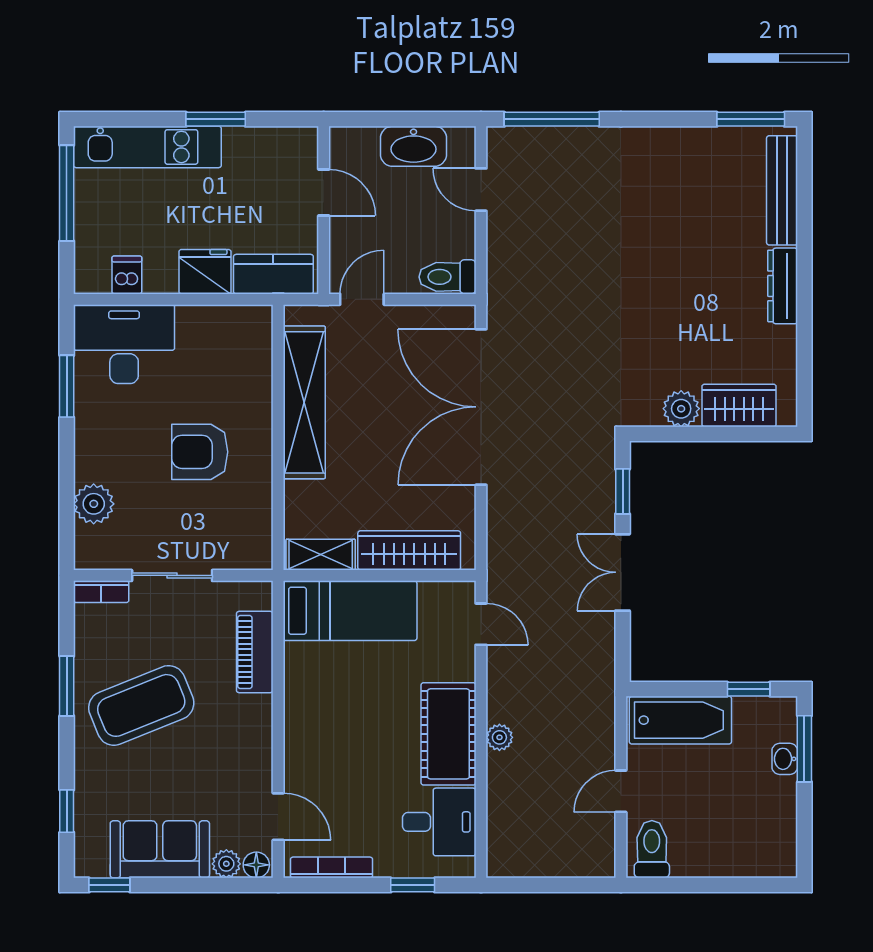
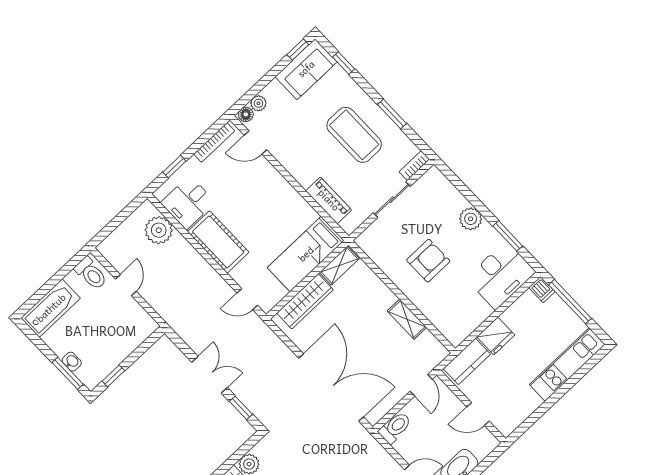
window: (216, 119) -> (550, 402), removed
window: (67, 193) -> (570, 302), moved
dishwasher: (127, 275) -> (542, 290), moved
shelving: (304, 402) -> (407, 319), width x0.45, depth x0.75
plant: (94, 504) -> (471, 219), moved
coffee table: (141, 705) -> (354, 135), turned -68
bathtub: (680, 720) -> (51, 308), moved, turned 180
plant: (499, 737) -> (159, 230), moved, width x1.88, depth x1.88
sofa: (160, 849) -> (306, 69), moved

